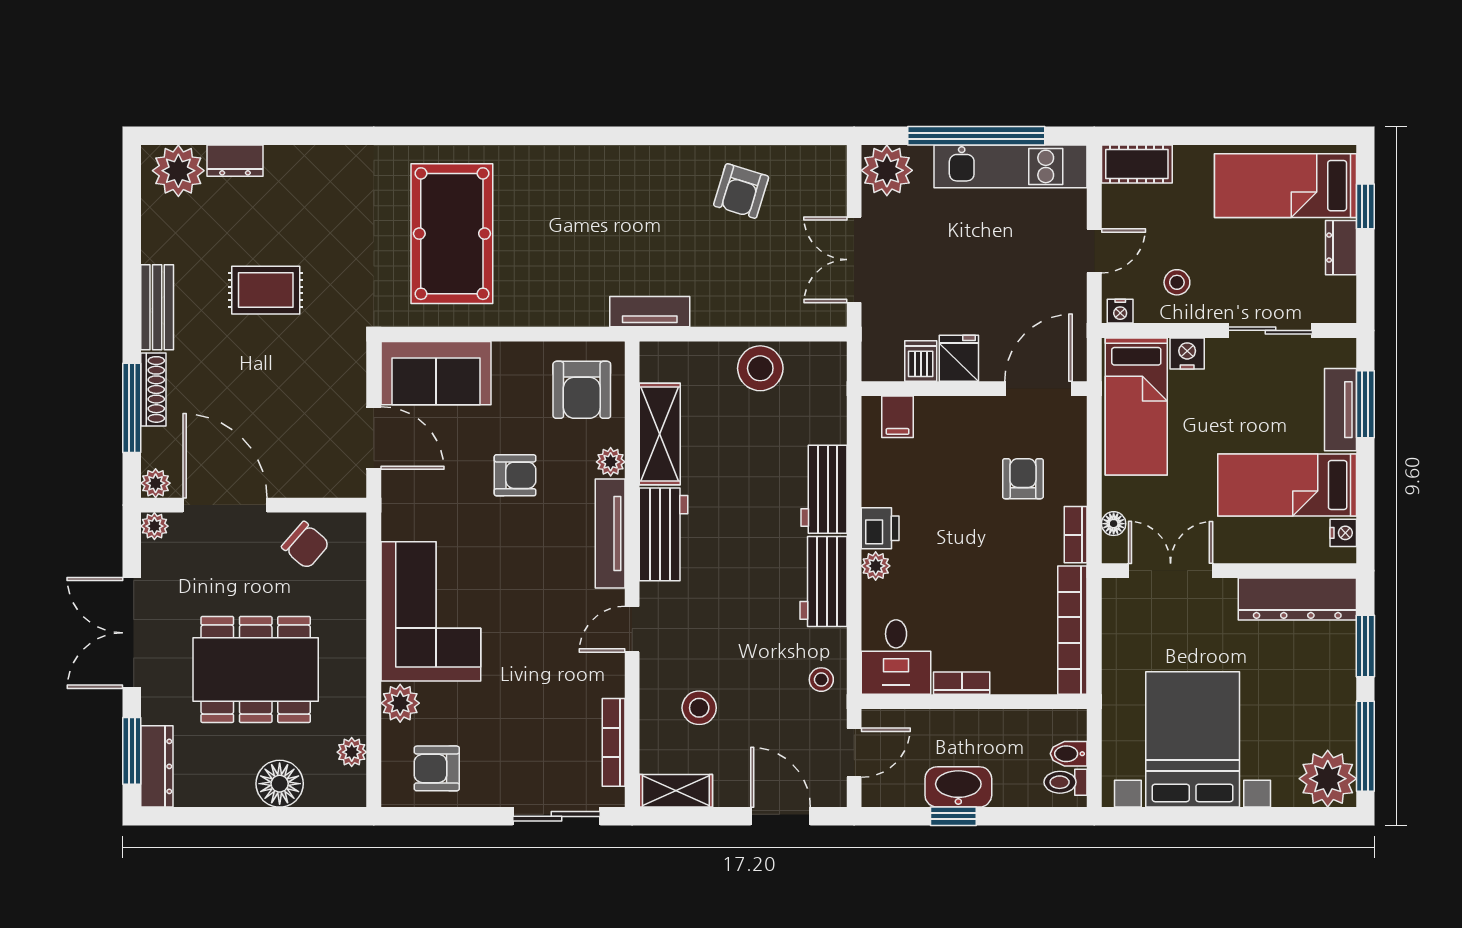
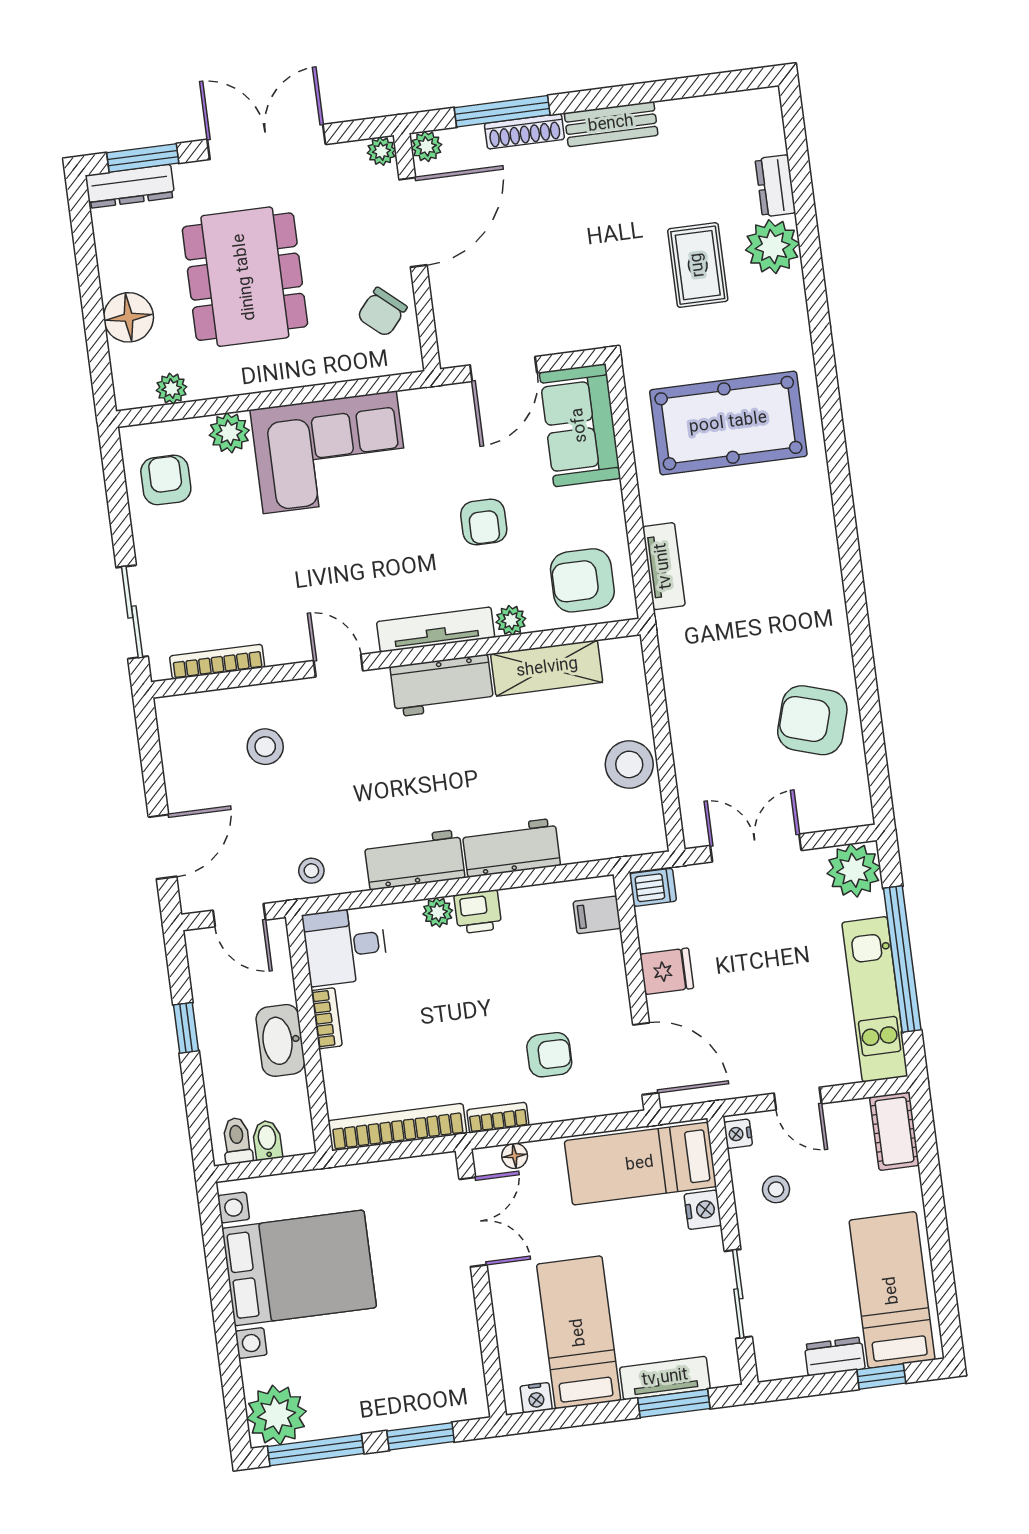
plant: (178, 171) -> (772, 247), moved
armchair: (741, 191) -> (812, 720), width x1.38, depth x1.38
rug: (266, 290) -> (698, 265), moved
tv unit: (650, 312) -> (664, 566), moved
dishwasher: (921, 361) -> (653, 887), moved
dresser: (1297, 599) -> (461, 1359), removed
washbasin: (958, 787) -> (280, 1040), moved, turned 180
shelving: (676, 791) -> (175, 734), removed

